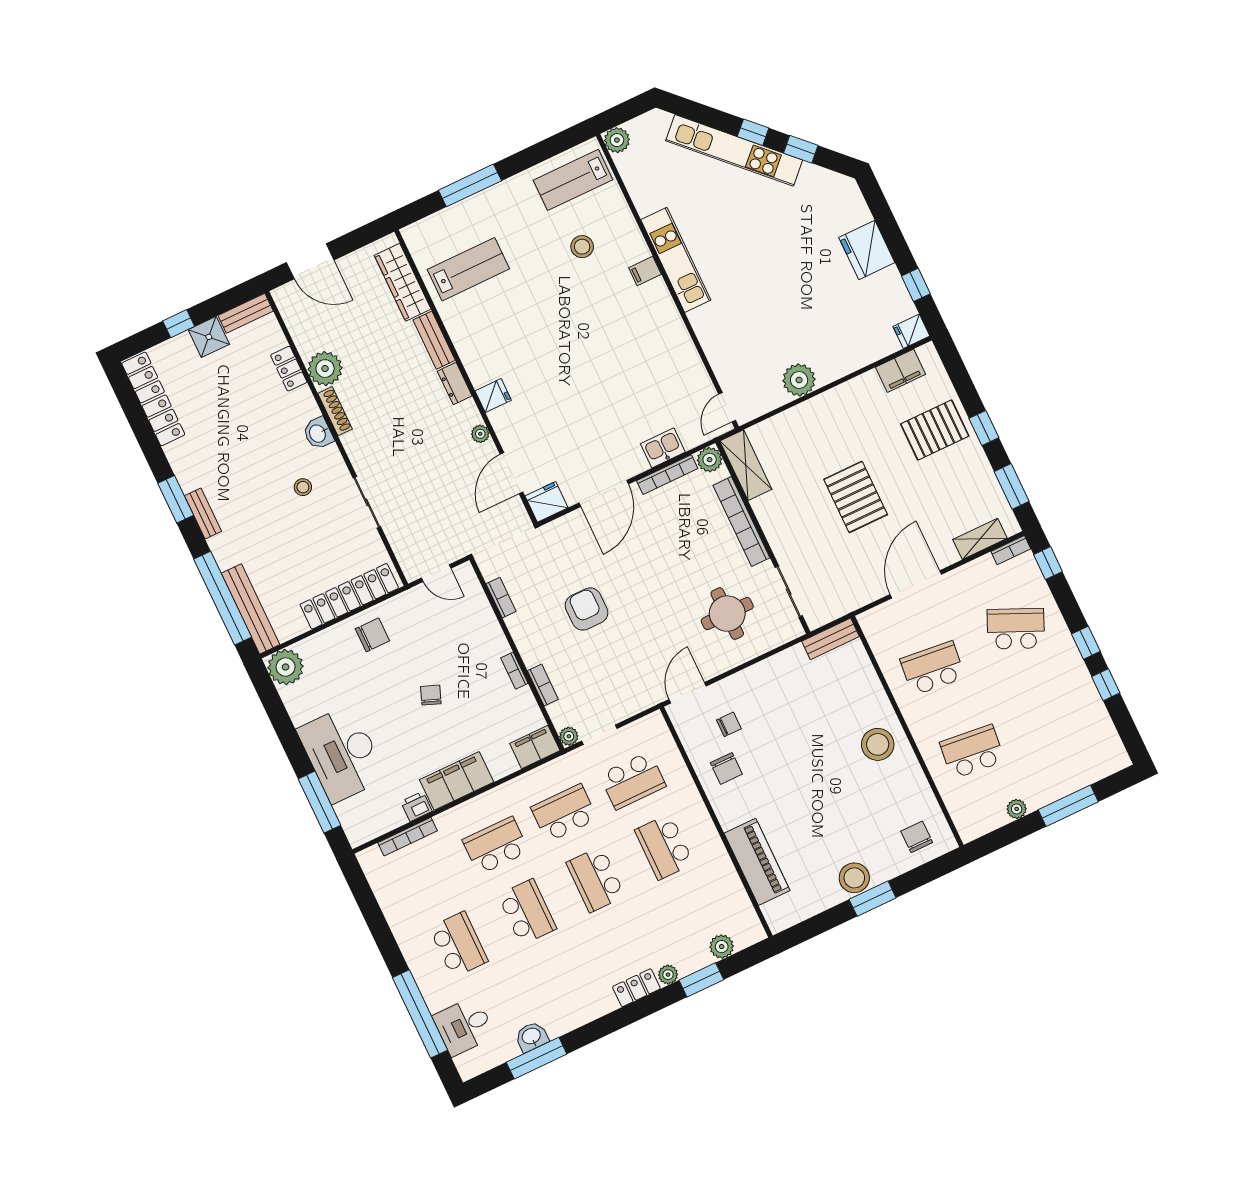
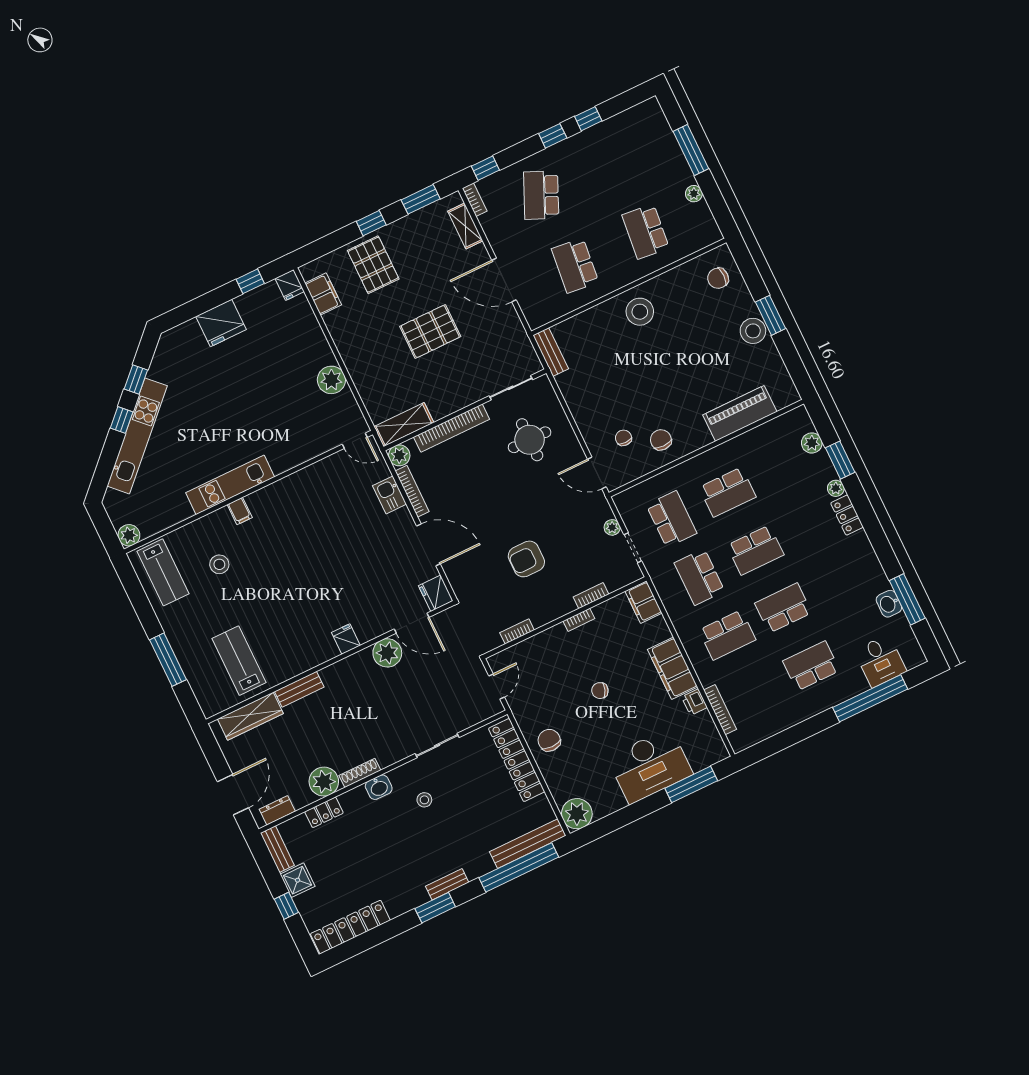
dresser: (455, 384) -> (277, 810), moved, turned 180
plant: (480, 434) -> (387, 653), width x1.87, depth x1.87
plant: (569, 736) -> (612, 527), moved
chair: (726, 768) -> (661, 440), turned -90
school desk: (496, 846) -> (727, 635), turned -90

